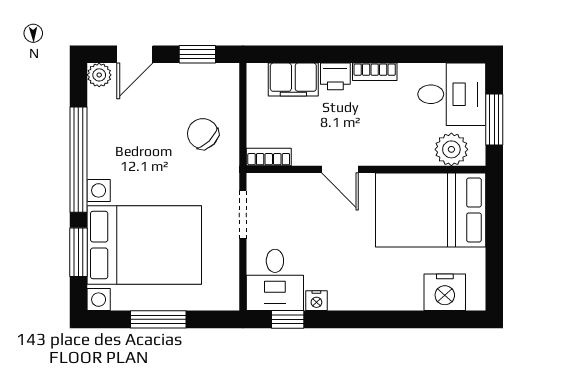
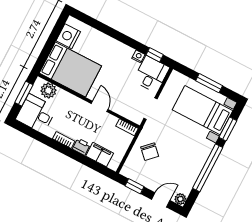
bed with nightstands: (144, 245) -> (202, 110), width x0.73
nightstand: (445, 292) -> (68, 36), moved, turned -90

